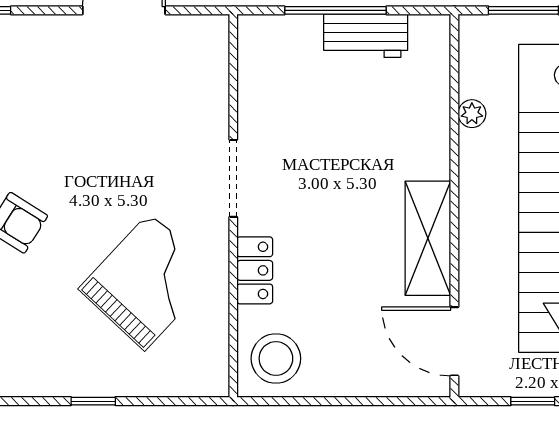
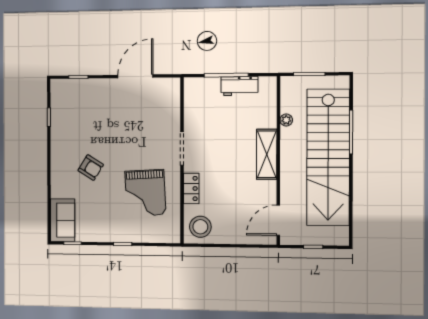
shelving: (428, 238) -> (267, 154), moved
grand piano: (147, 281) -> (145, 193), turned 134
door: (454, 341) -> (278, 220), hinge flipped

